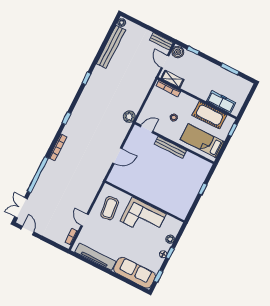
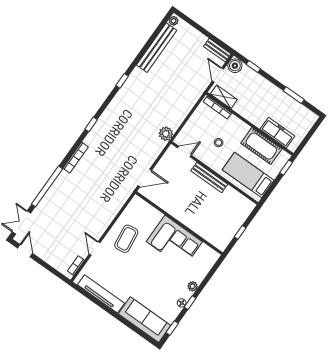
wall: (145, 202) -> (179, 223), moved
corner sofa: (143, 217) -> (174, 242), moved

